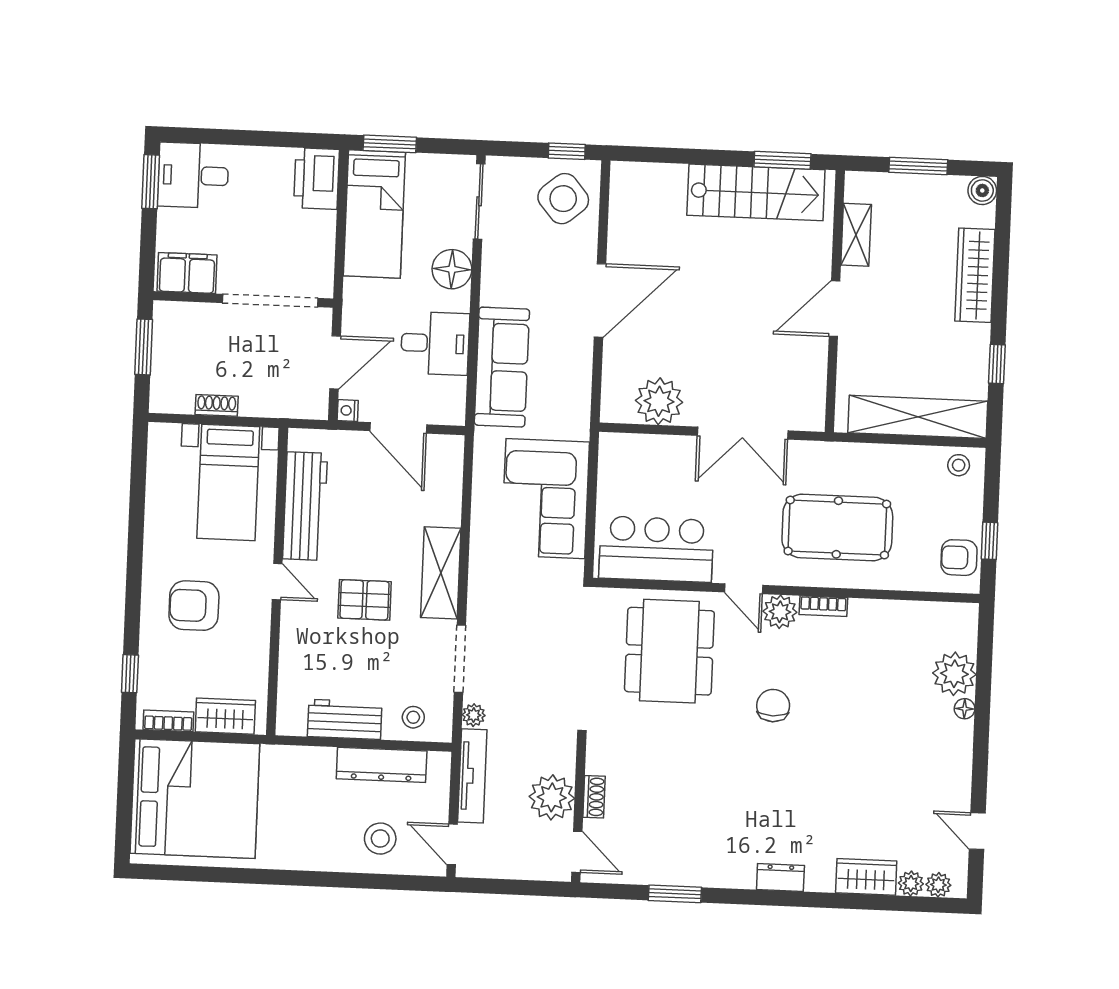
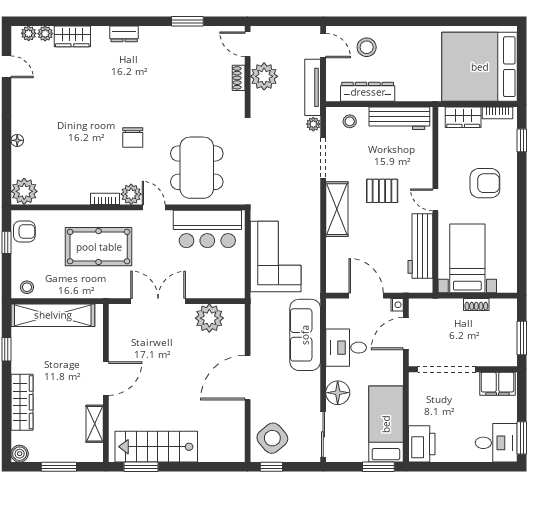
plant: (954, 674) -> (24, 191), moved
workbench: (345, 719) -> (399, 118), width x1.38

